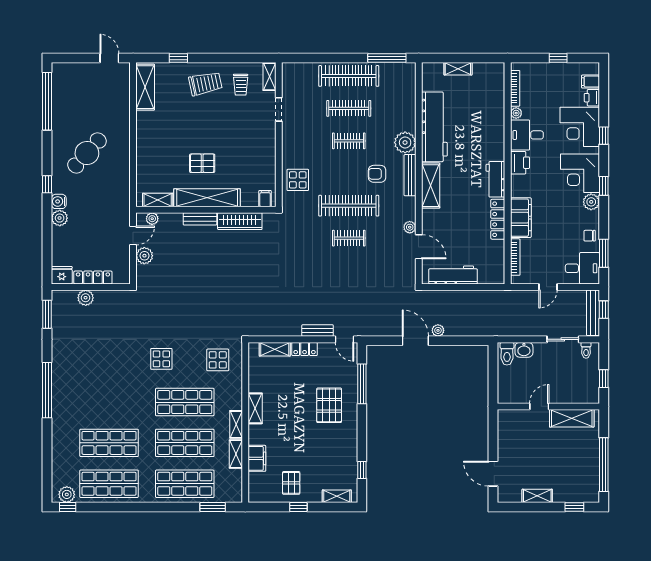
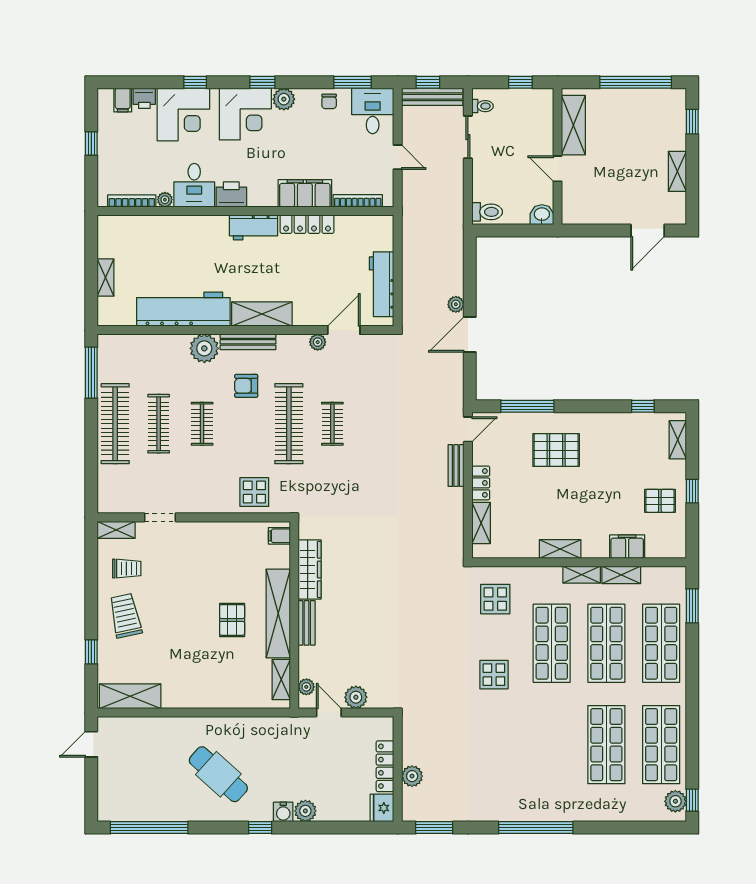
armchair: (377, 174) -> (246, 386), turned 90
washbasin: (524, 350) -> (542, 215), moved, turned -90

